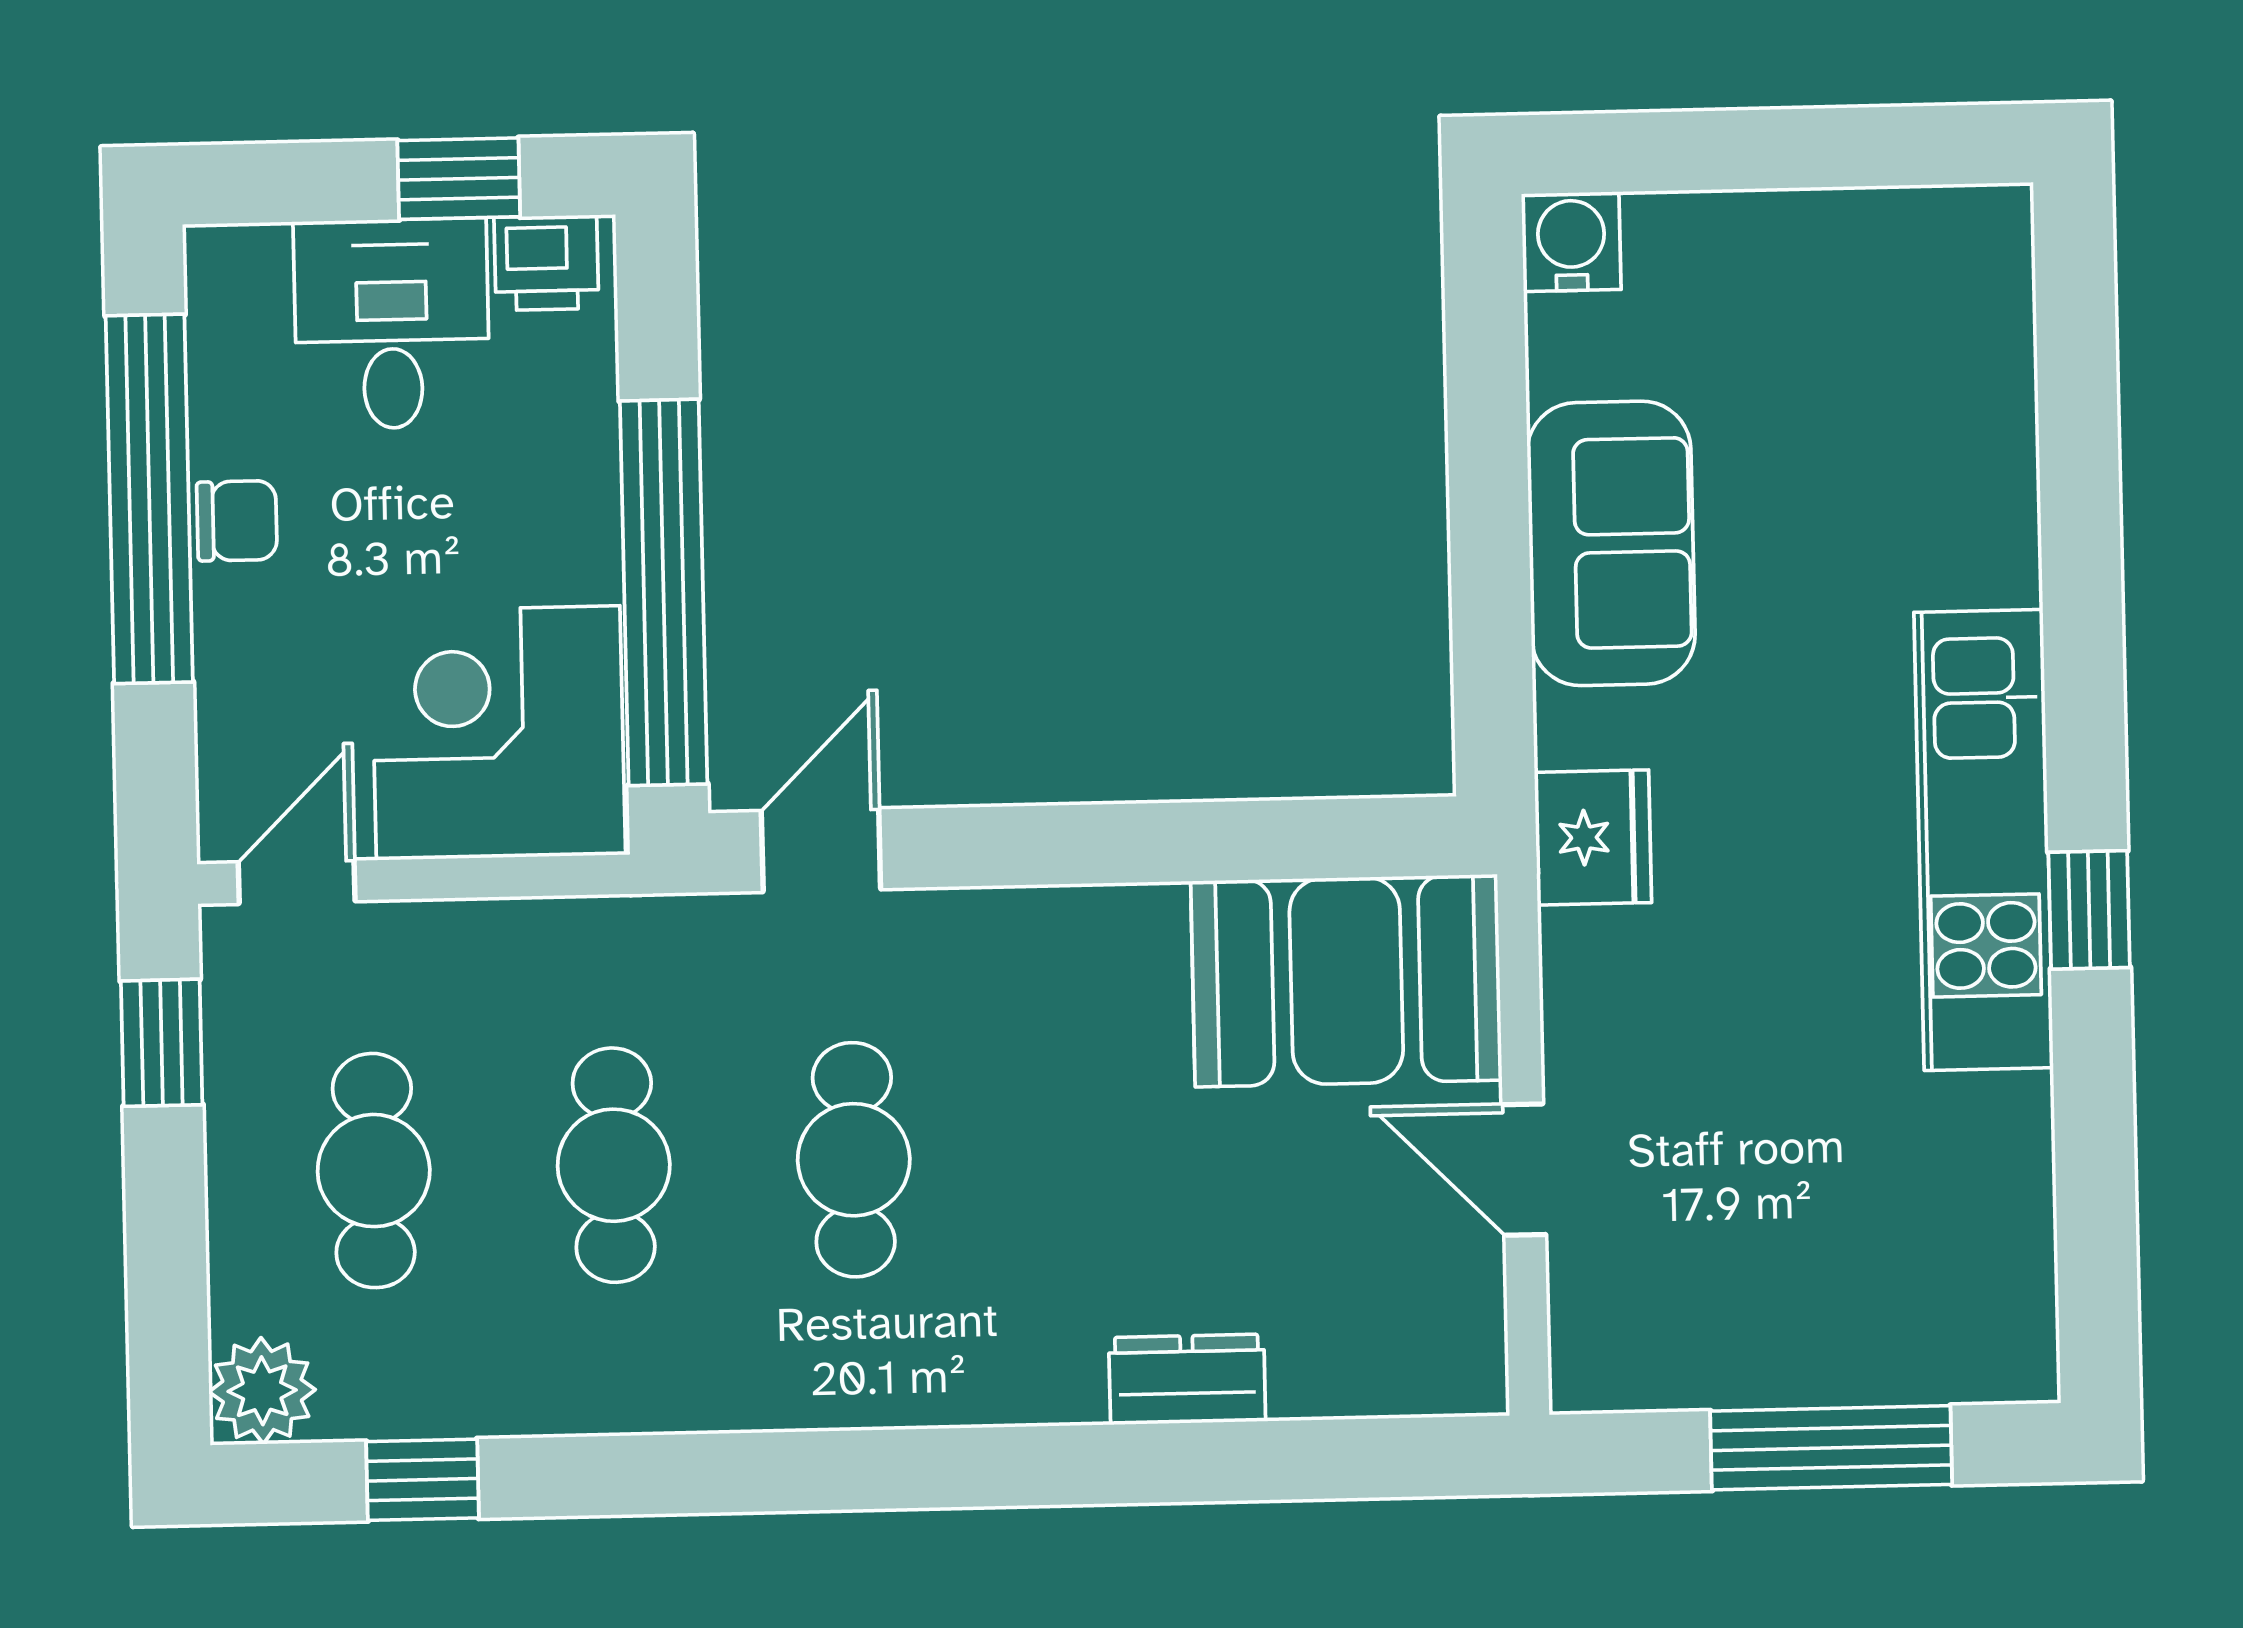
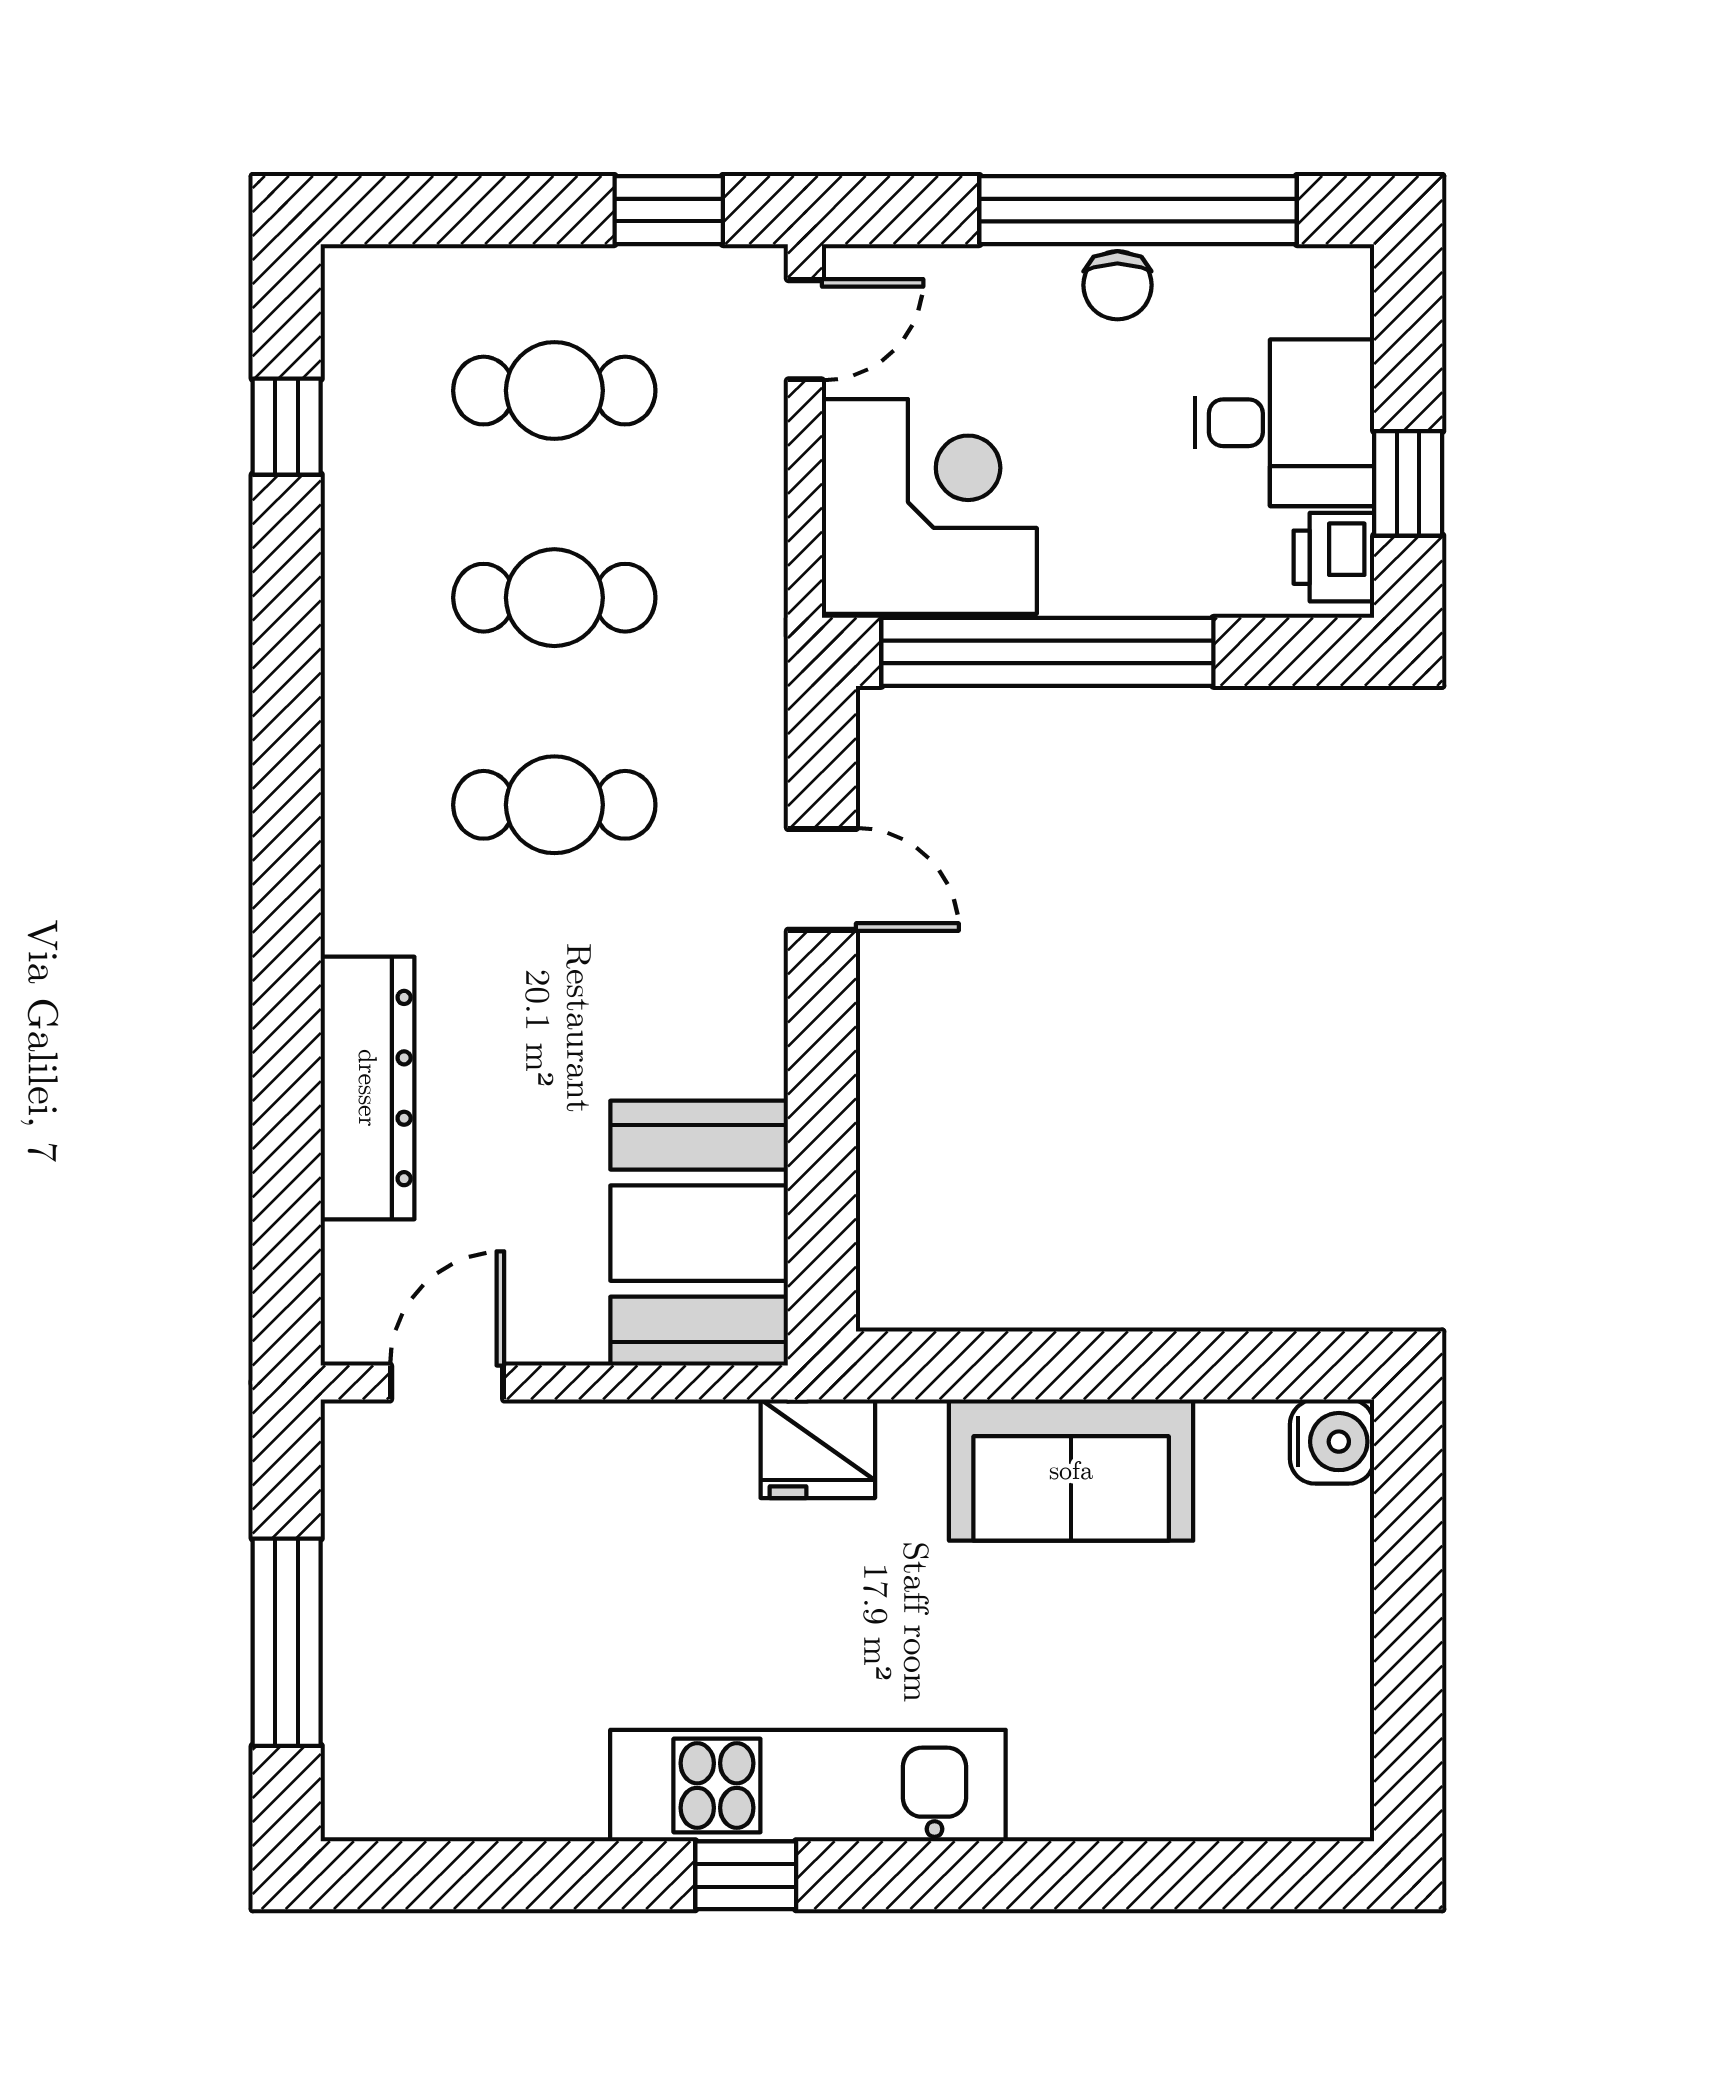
door: (821, 850) -> (822, 879), moved
door: (297, 882) -> (805, 330), hinge flipped
door: (1524, 1170) -> (447, 1382), moved
dresser: (1187, 1379) -> (368, 1088), width x1.96, depth x1.24
plant: (262, 1391) -> (367, 290), removed

